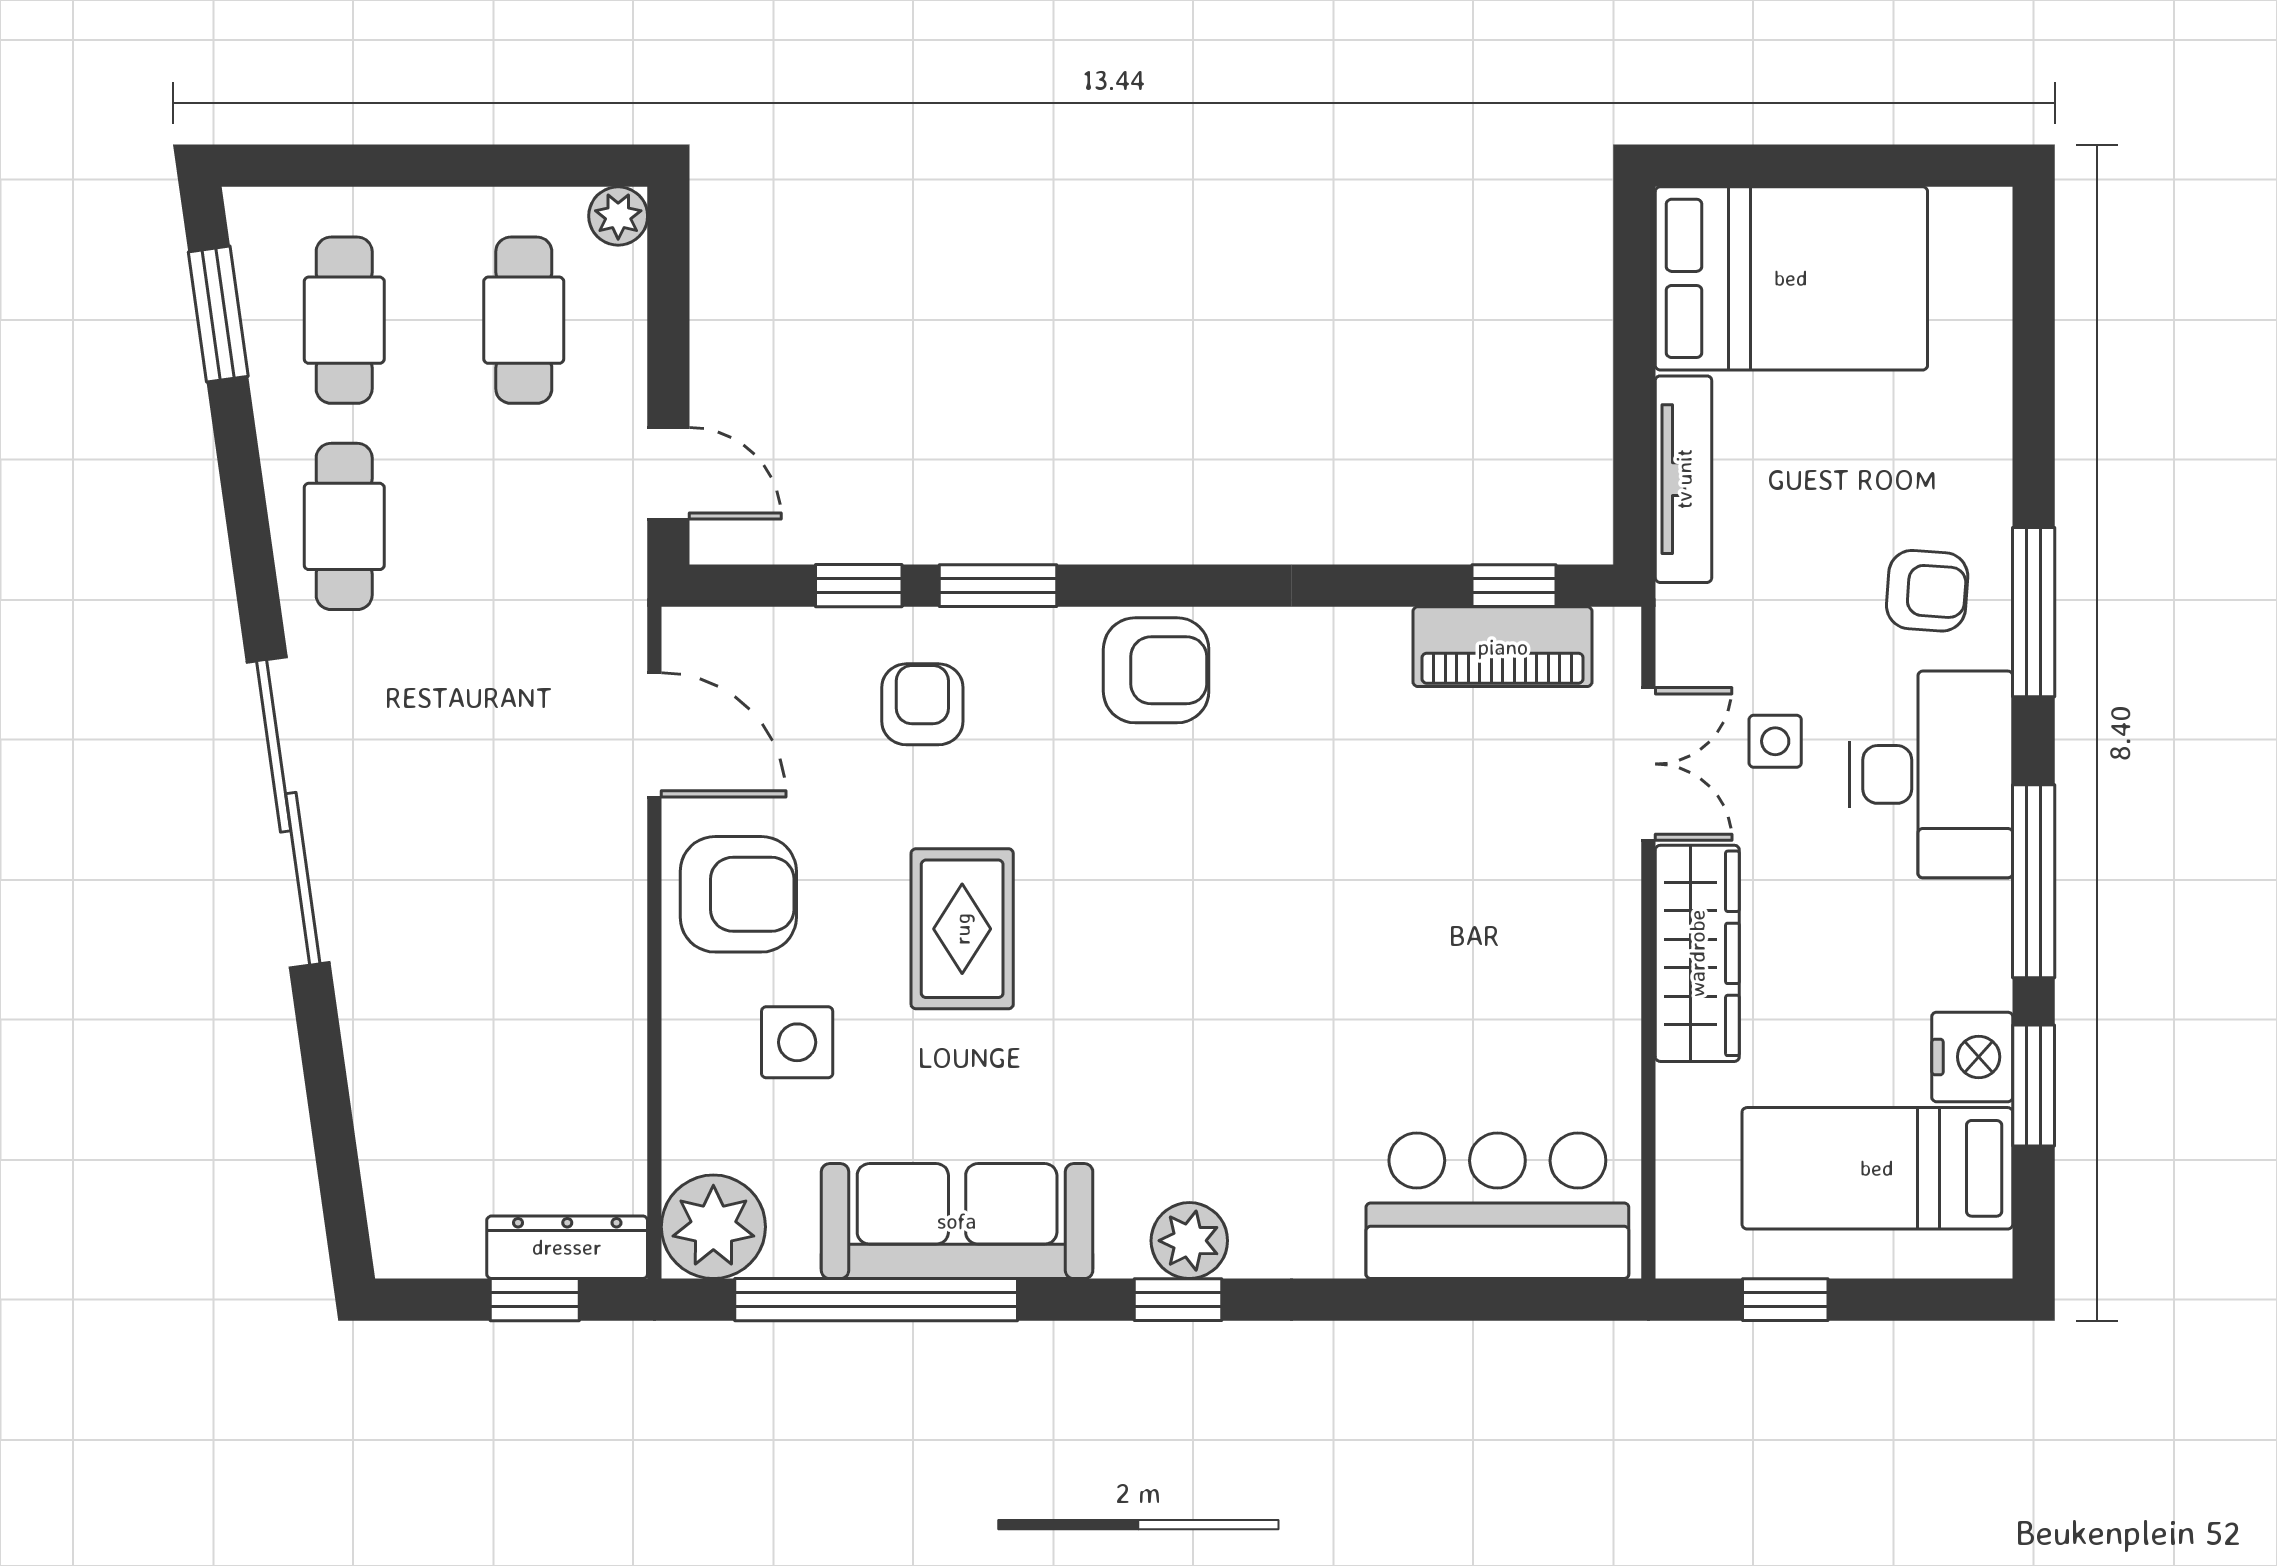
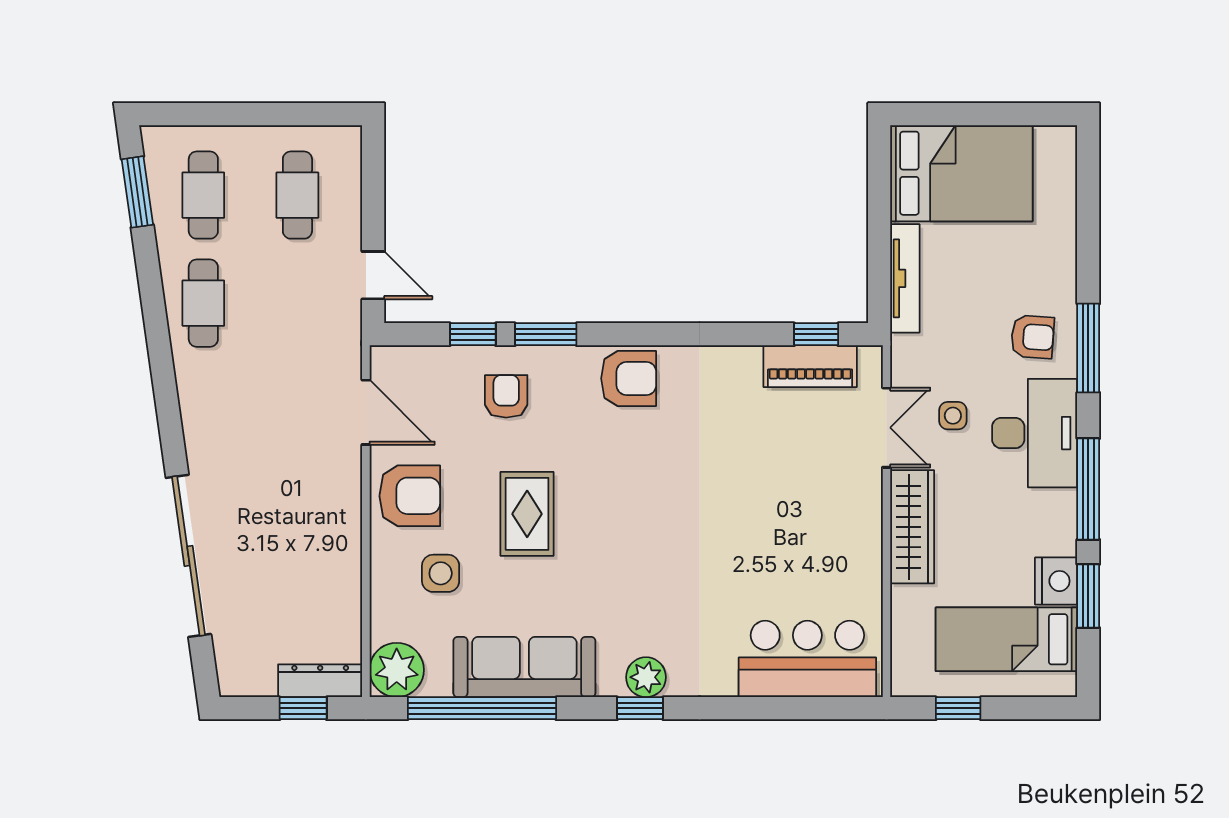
plant: (618, 216) -> (347, 141), removed
sliding door: (288, 812) -> (188, 556), moved

